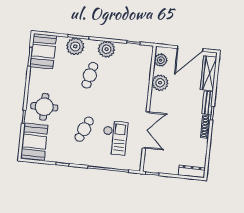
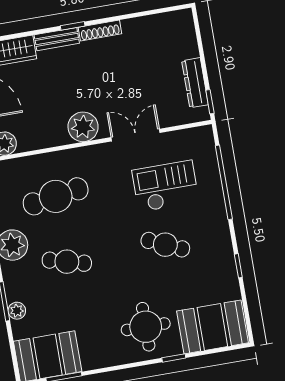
plant: (75, 46) -> (17, 311), width x0.53, depth x0.53
cafe table: (126, 79) -> (56, 196), added
plant: (160, 83) -> (83, 127), moved
double door: (146, 130) -> (136, 135), width x0.73
dresser: (192, 171) -> (195, 83), moved

